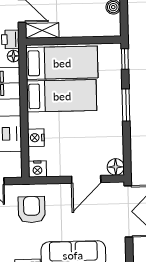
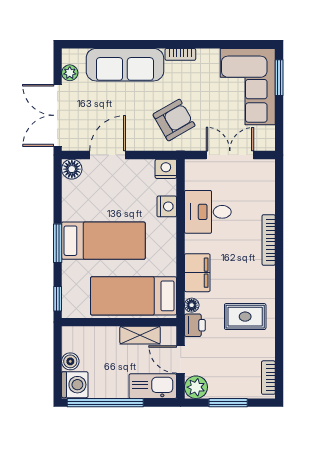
shelving: (42, 30) -> (140, 335), moved
bed: (62, 96) -> (103, 241), moved, turned 180
armchair: (32, 210) -> (174, 120), turned -120
plant: (119, 247) -> (70, 73), added

